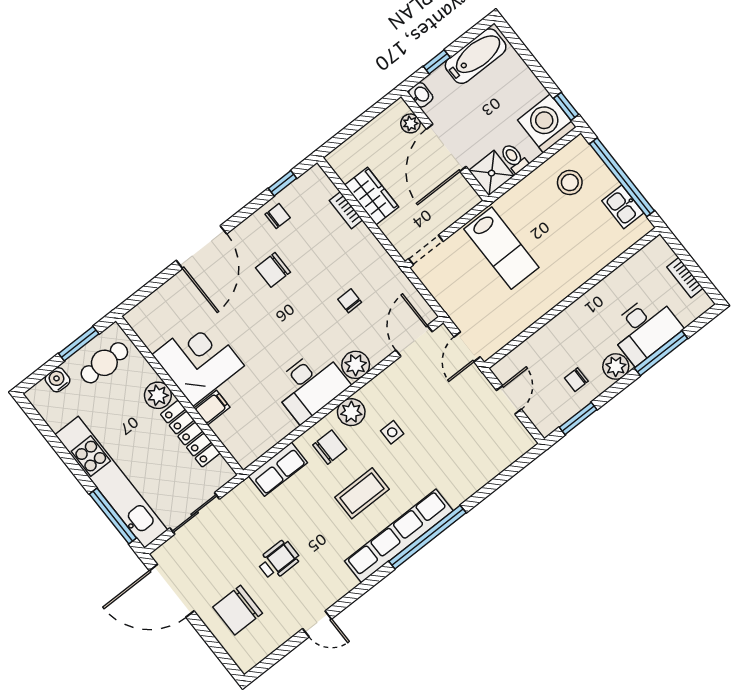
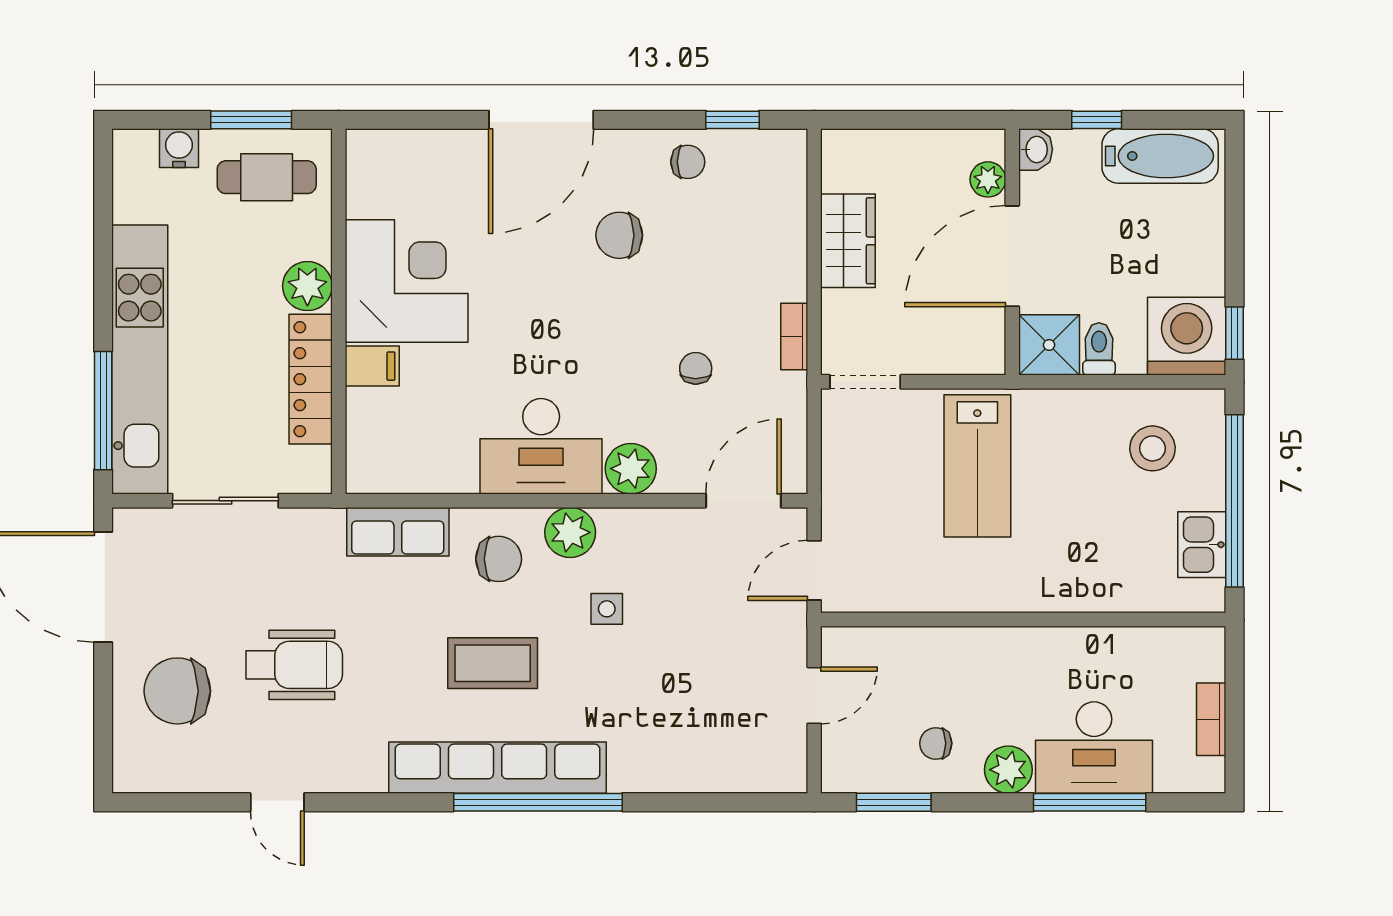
bookcase: (346, 210) -> (794, 337), moved
wheelchair: (278, 560) -> (294, 665), width x1.36, depth x1.37

